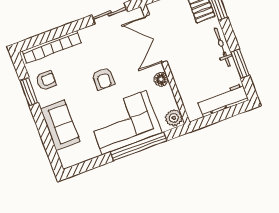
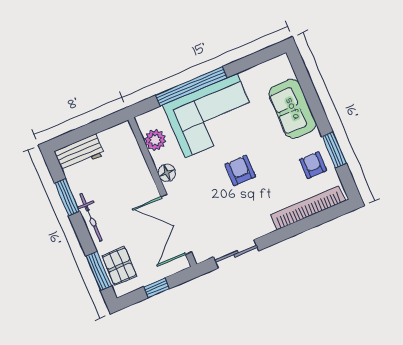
double door: (156, 39) -> (176, 224), swing flipped
armchair: (46, 80) -> (313, 165), turned 90
workbench: (223, 100) -> (79, 153), width x0.73
plant: (174, 118) -> (155, 140), moved

